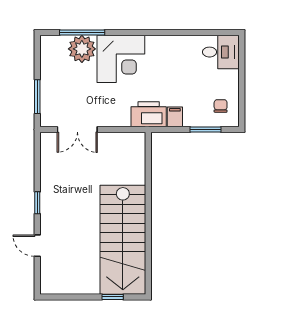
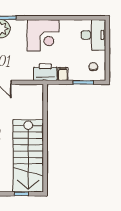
desk: (221, 52) -> (93, 35), width x1.37
corner desk: (121, 59) -> (43, 35), moved

